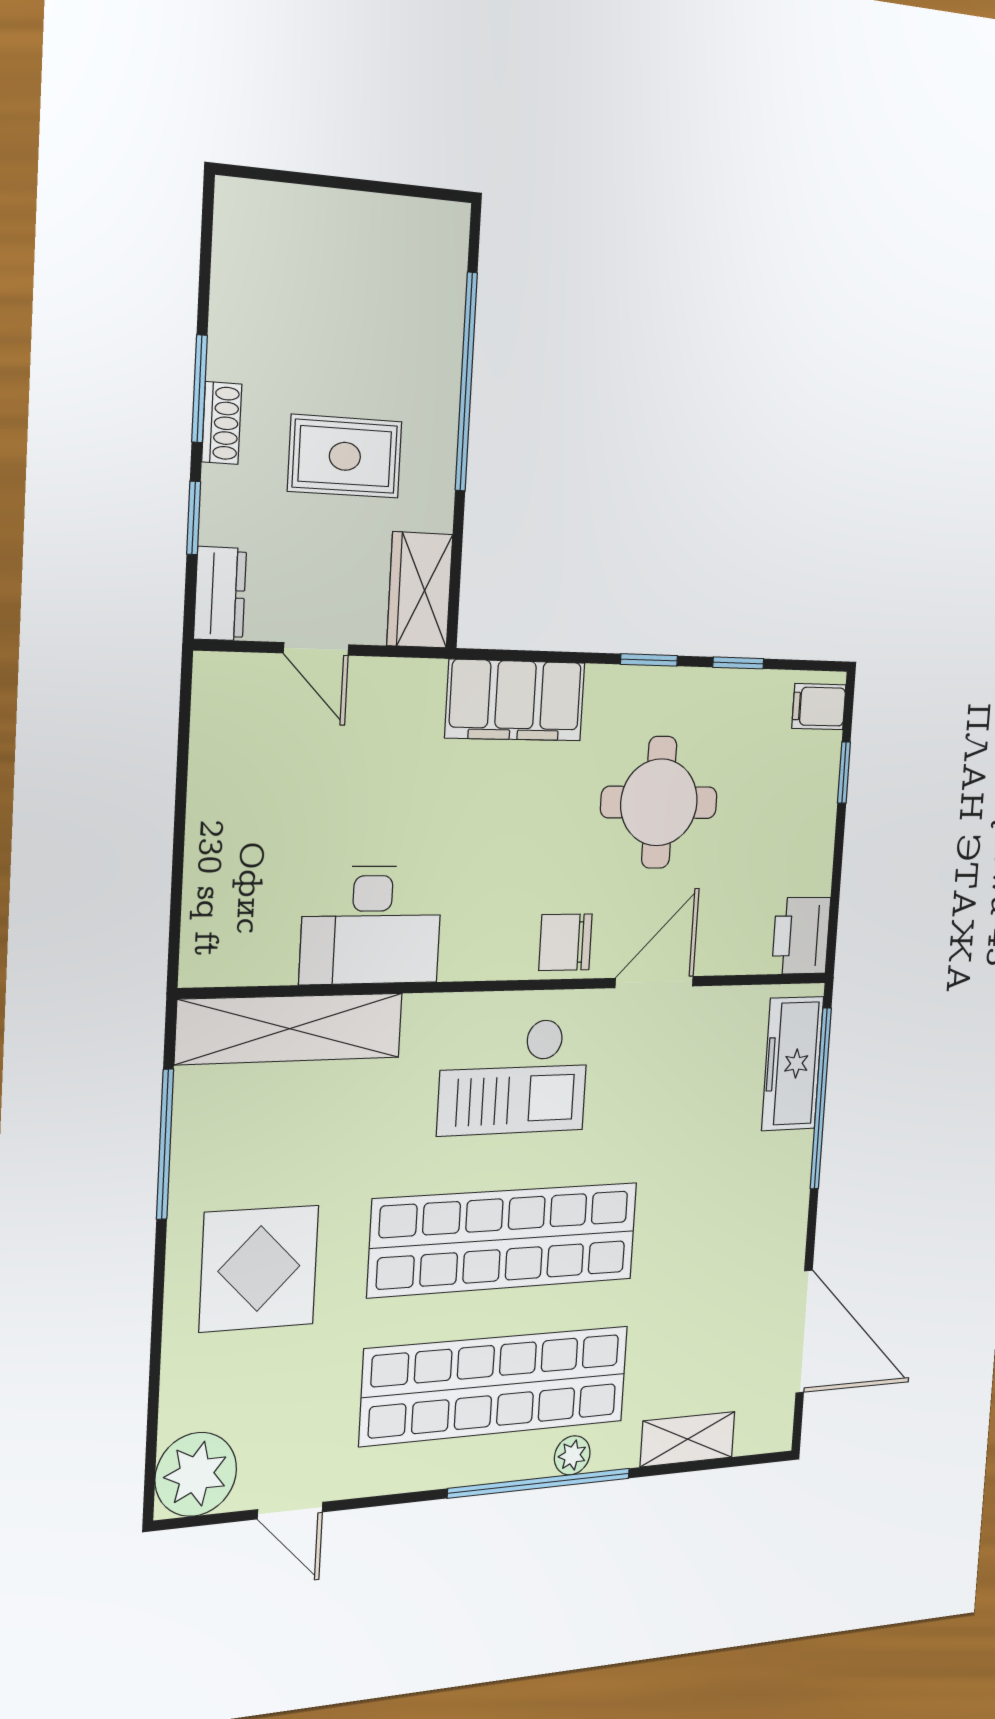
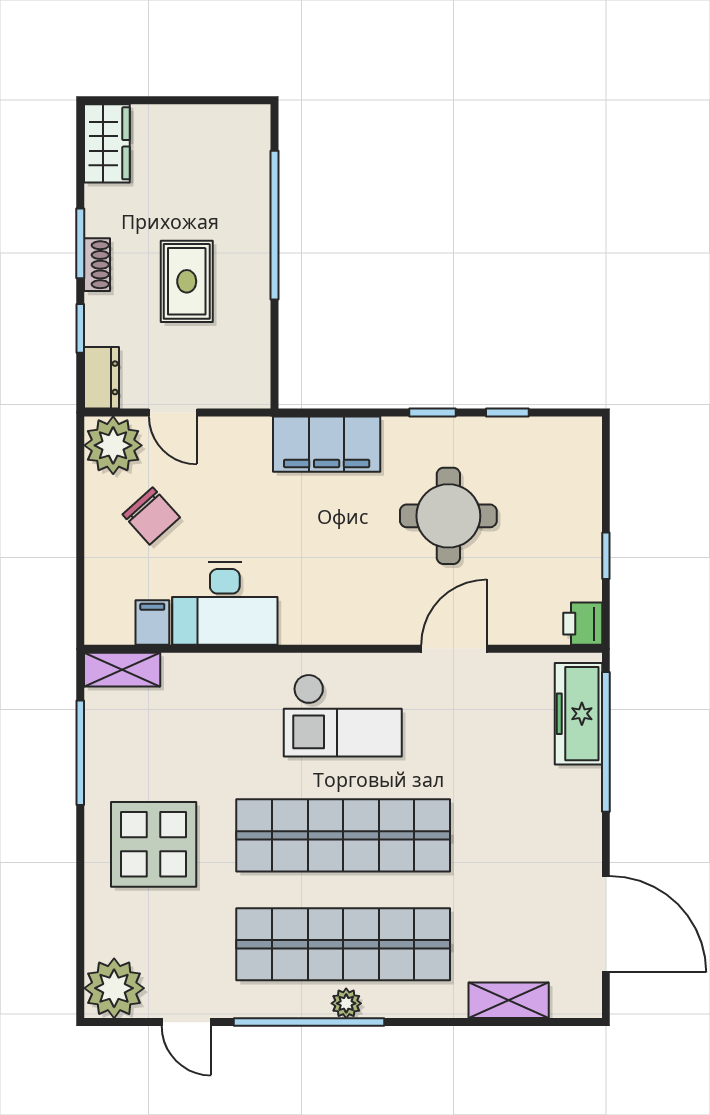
rug: (345, 456) -> (187, 281), turned 90
wardrobe: (420, 590) -> (107, 143), moved, turned 180
plant: (232, 695) -> (113, 445), added
filing cabinet: (819, 707) -> (152, 622), moved, turned 90
window: (844, 773) -> (606, 556), moved
printer: (801, 936) -> (583, 624), width x0.73, depth x0.81
chair: (566, 942) -> (151, 516), moved, turned -132
shelving: (290, 1029) -> (122, 670), width x0.45, depth x0.75
plant: (572, 1455) -> (346, 1003), moved
window: (539, 1483) -> (309, 1022), moved

